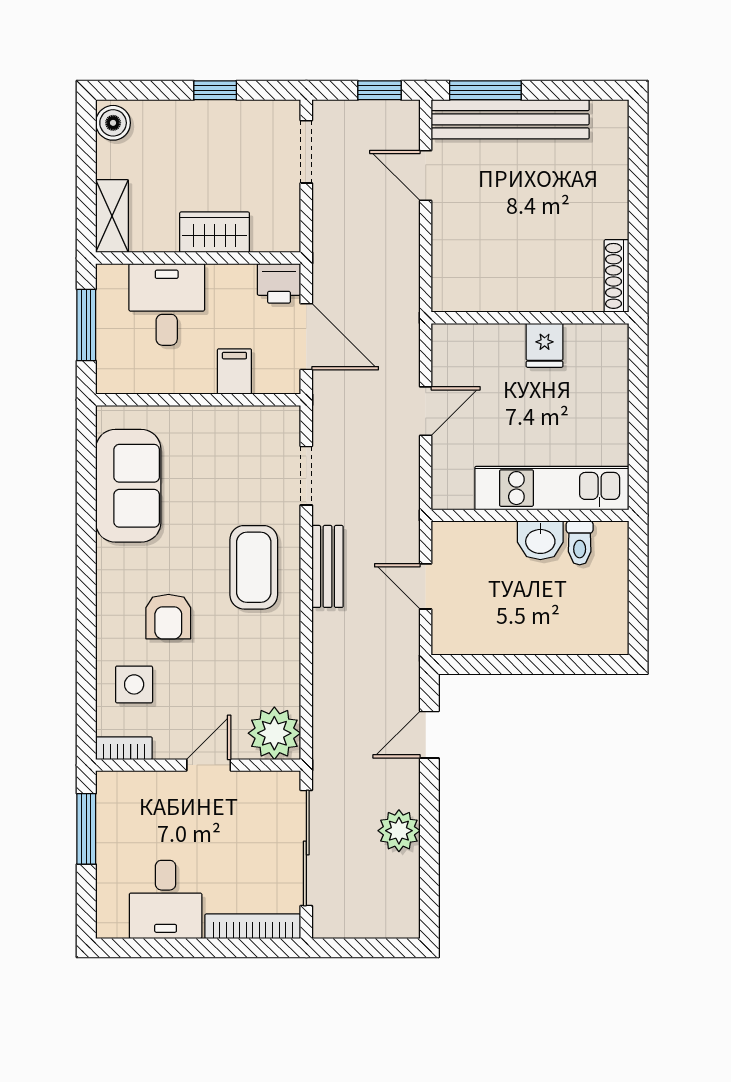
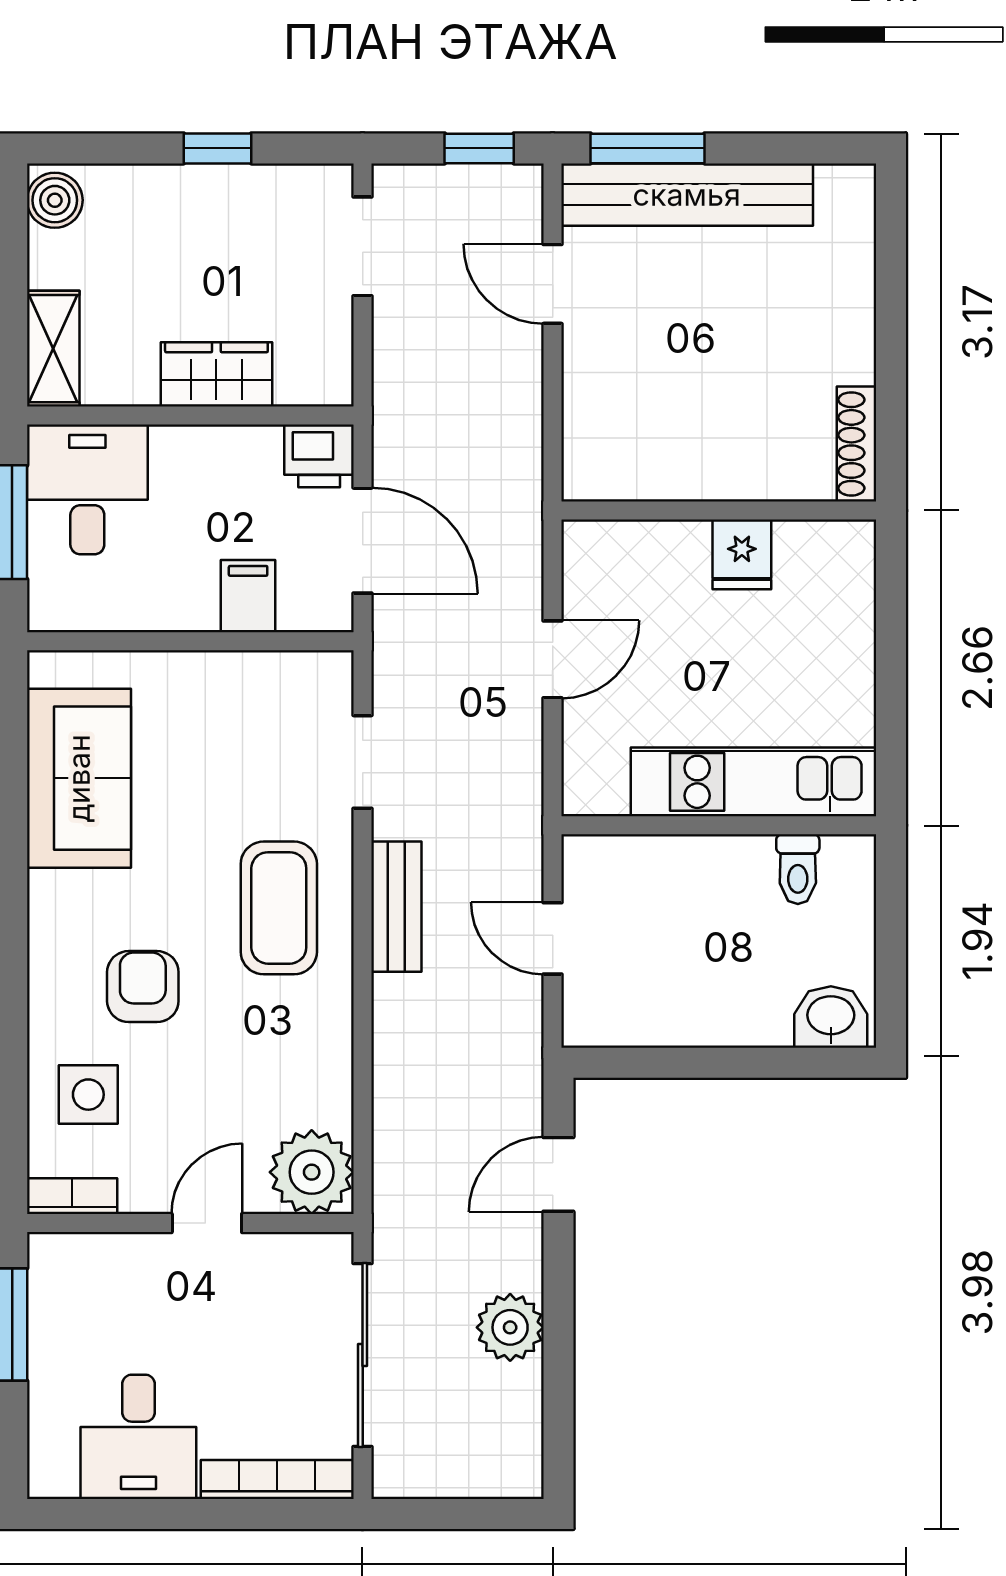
desk: (167, 304) -> (87, 489), moved
washbasin: (540, 540) -> (831, 1017), moved, turned 180
armchair: (168, 617) -> (143, 987), turned 180

